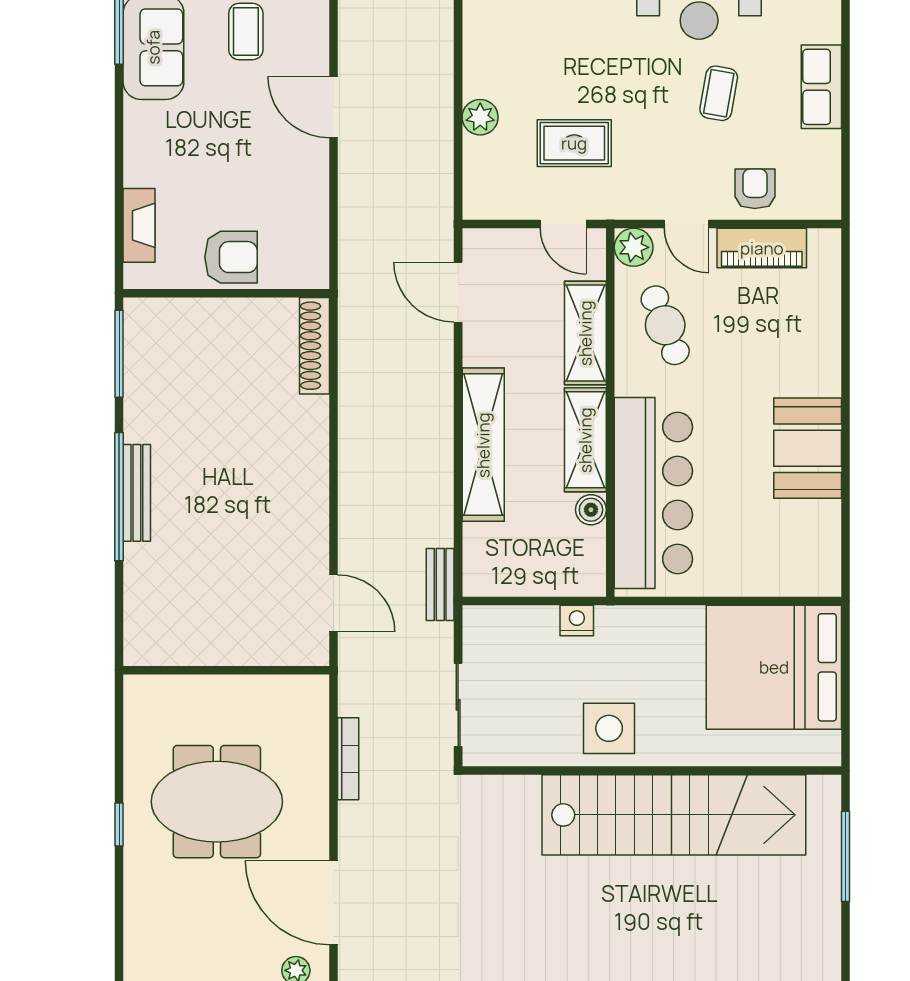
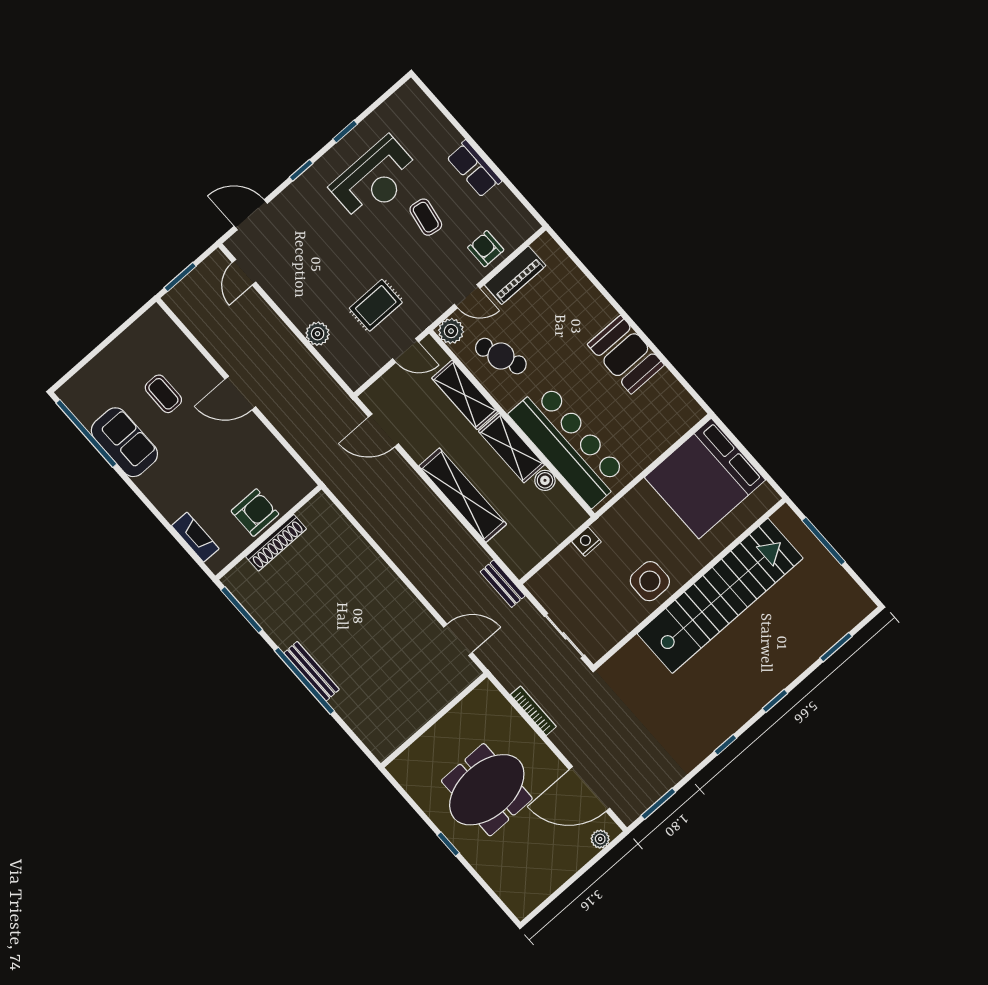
shoe rack: (314, 346) -> (276, 543), moved, turned -90

